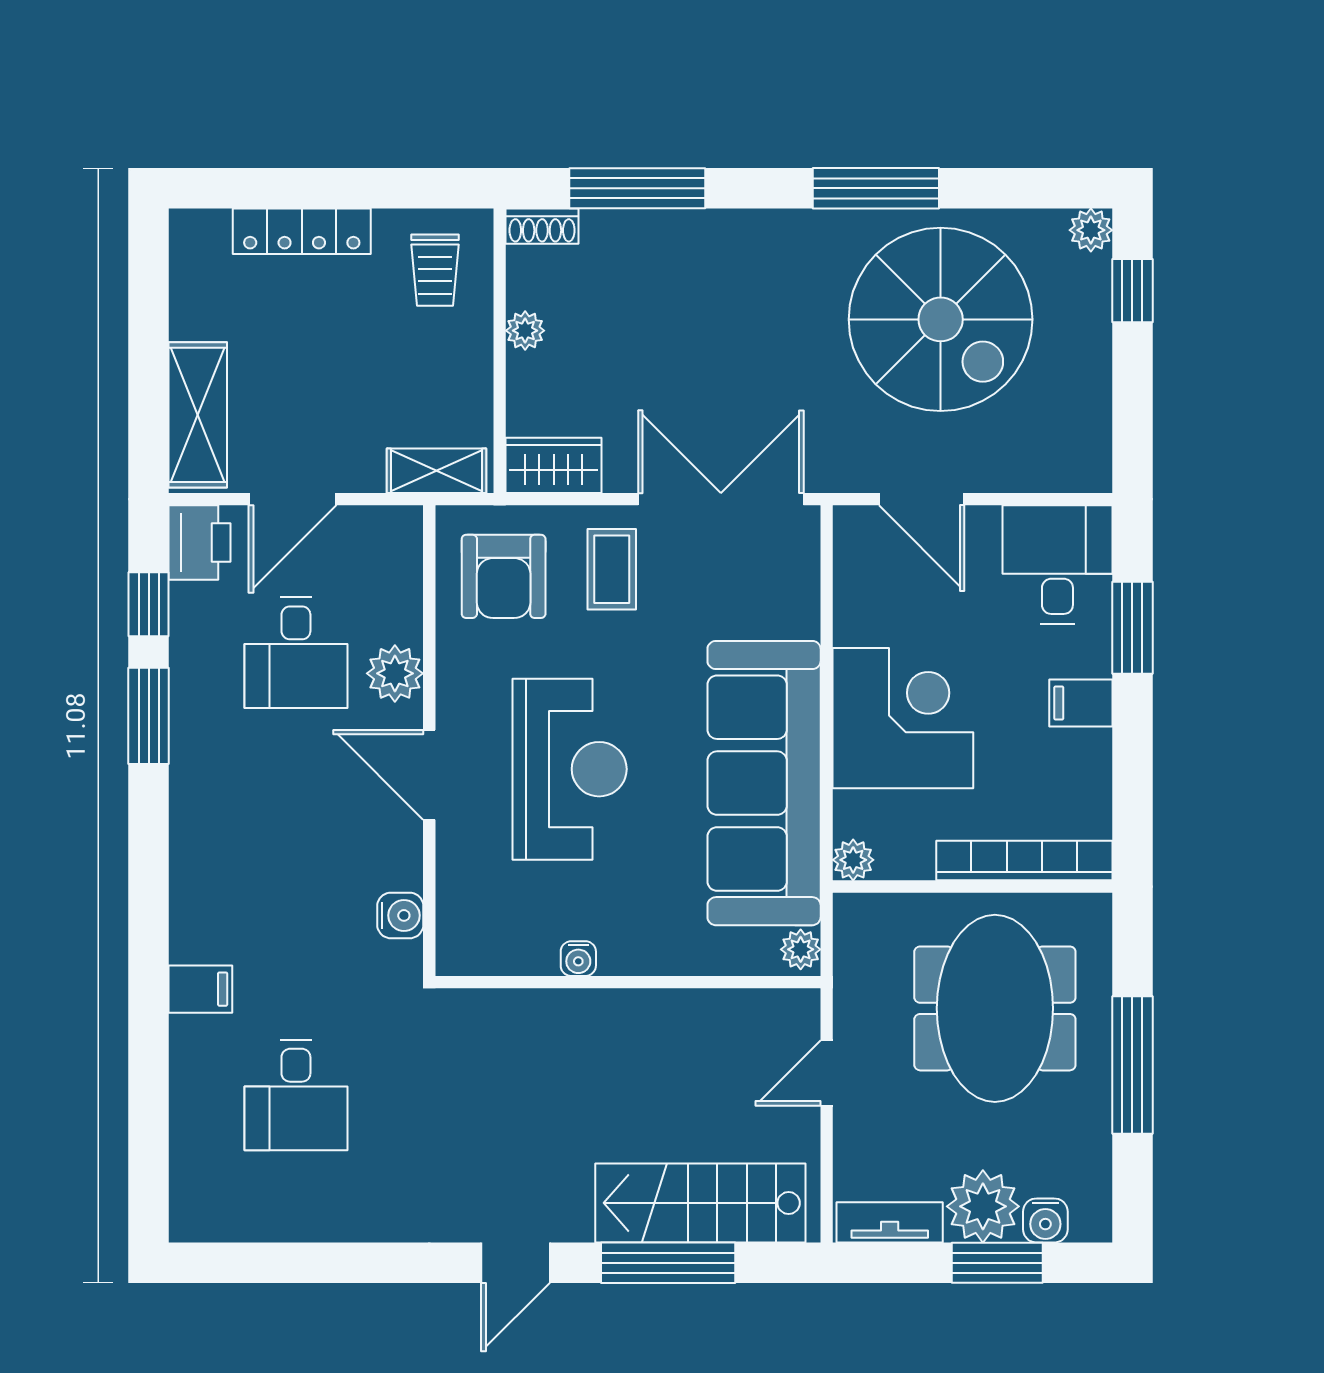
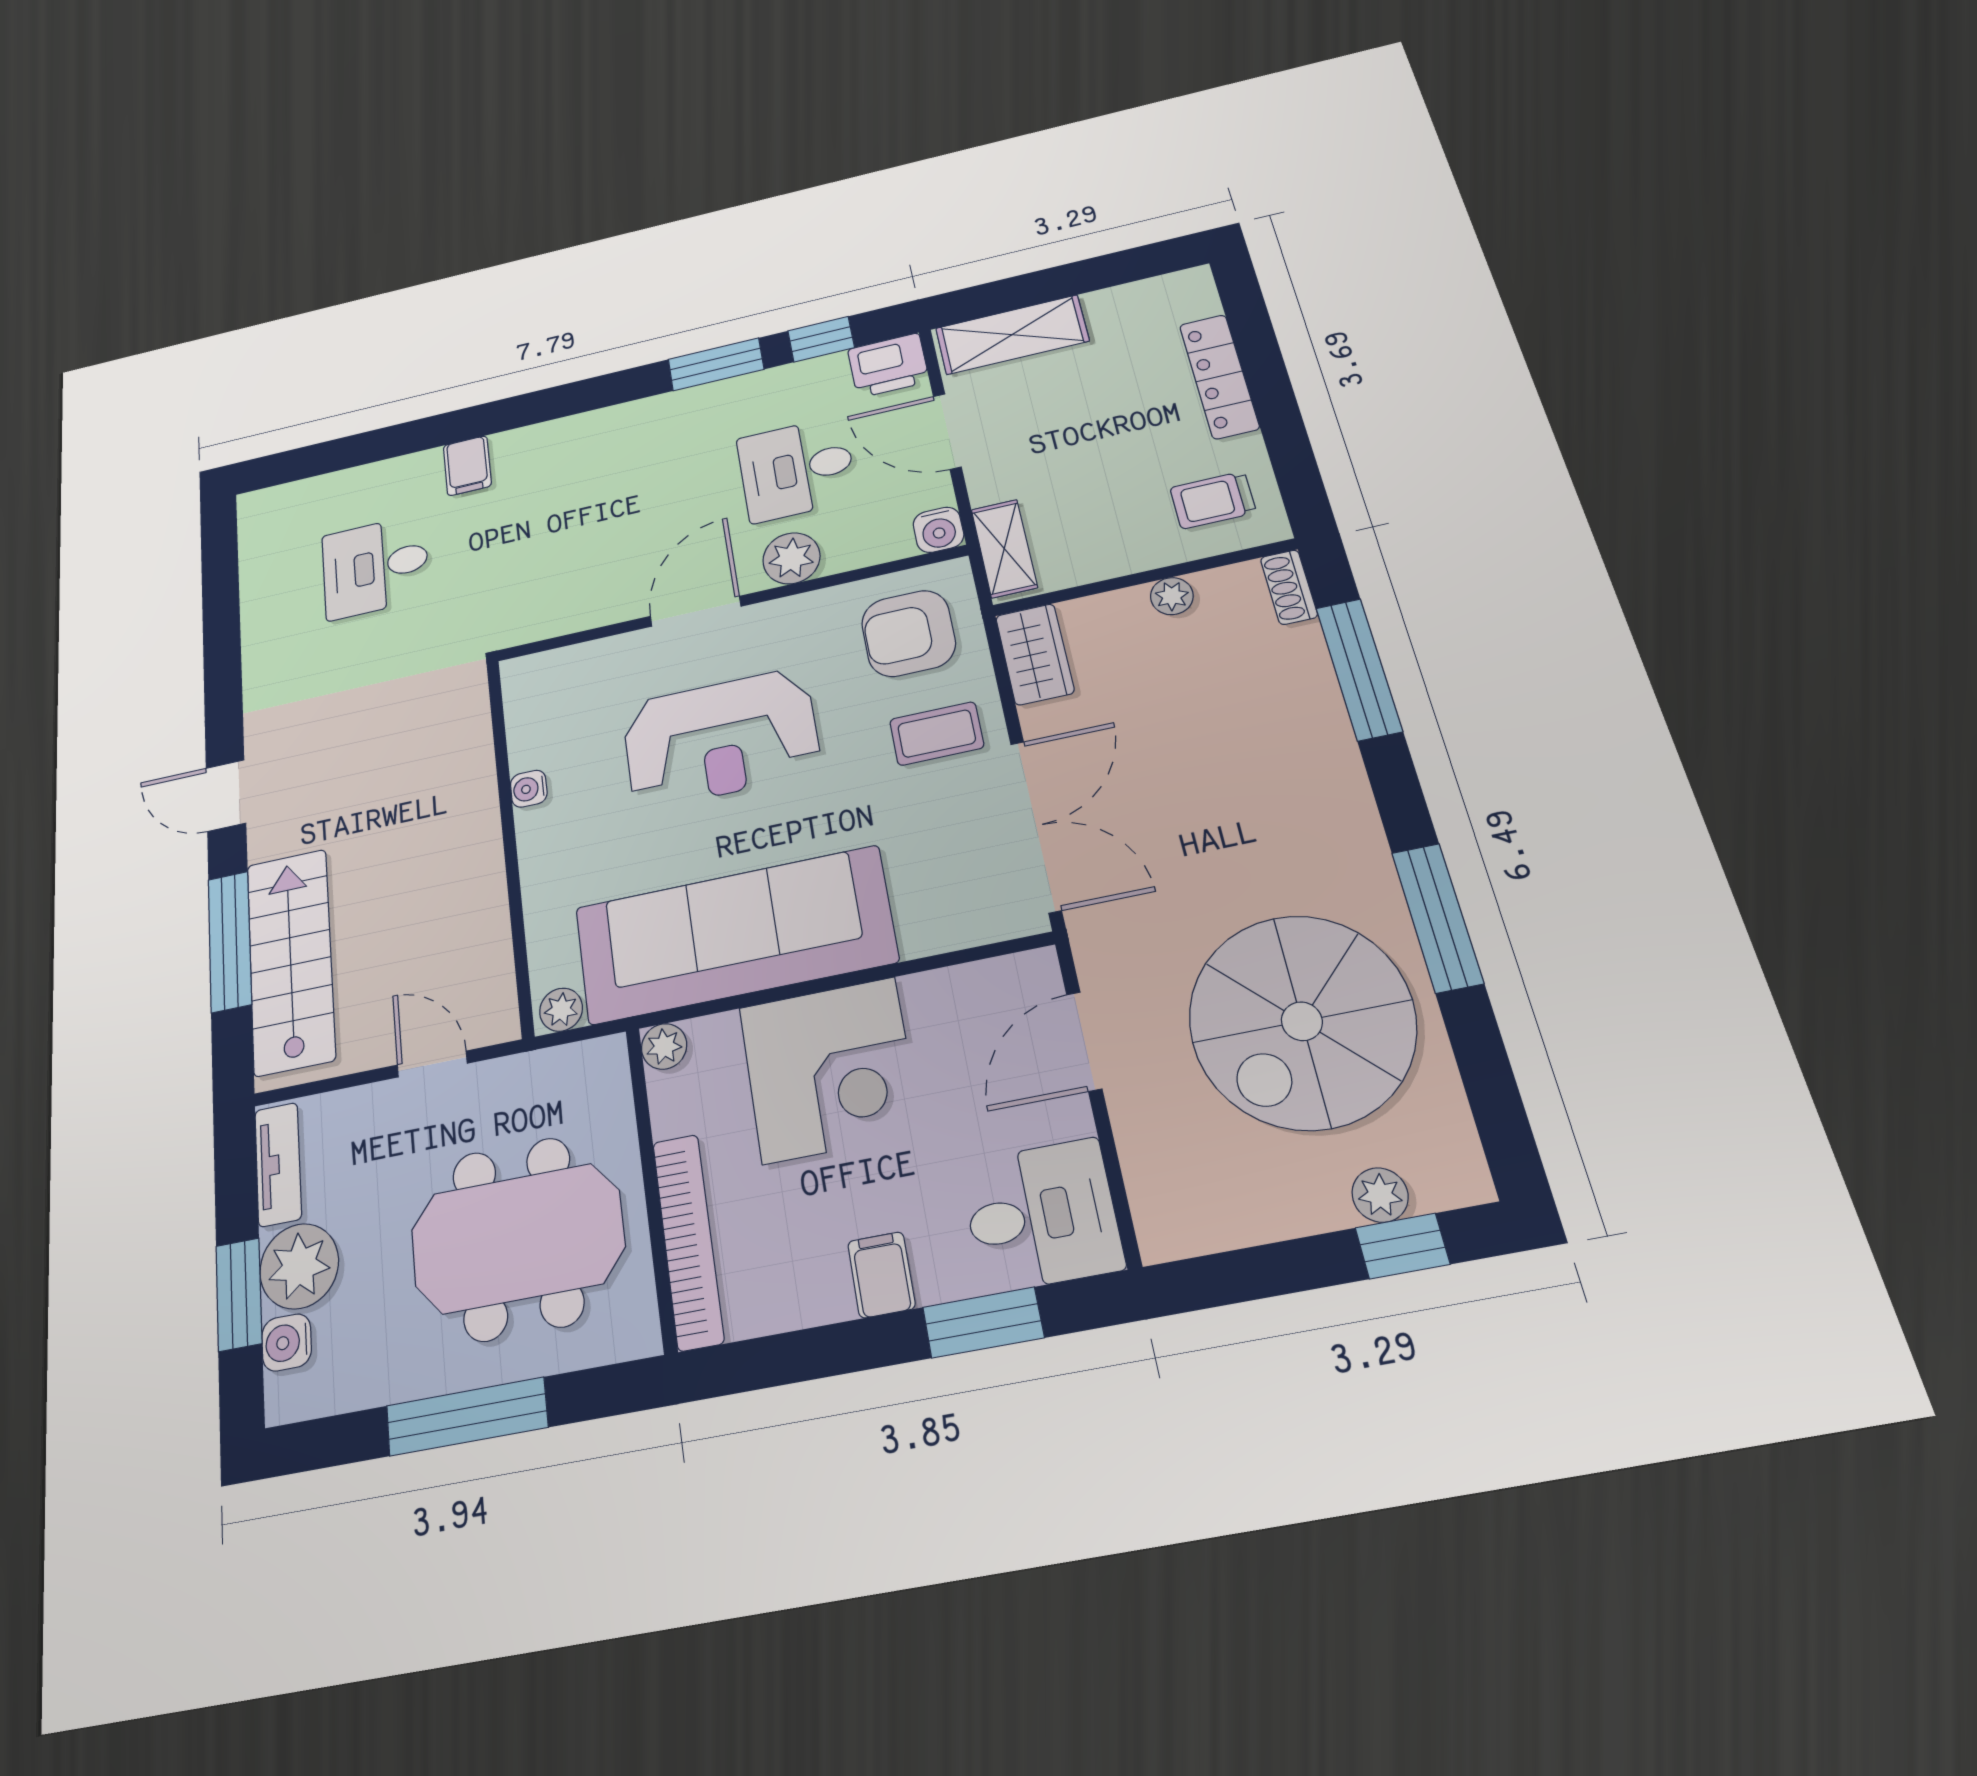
plant: (1091, 230) -> (1380, 1195), moved
water cooler: (400, 915) -> (938, 530), moved

